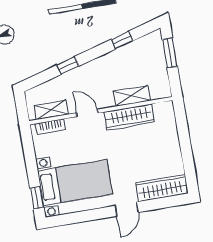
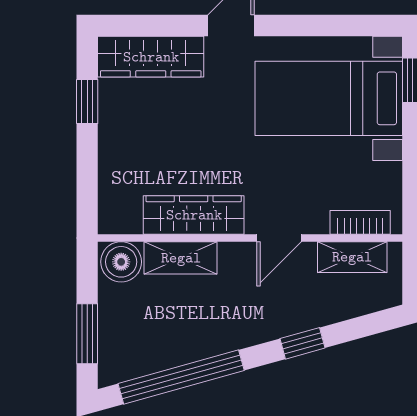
window: (122, 40) -> (181, 377), width x3.17
boiler: (160, 89) -> (121, 262), added
door: (87, 113) -> (279, 238), hinge flipped
window: (188, 162) -> (87, 102), added

